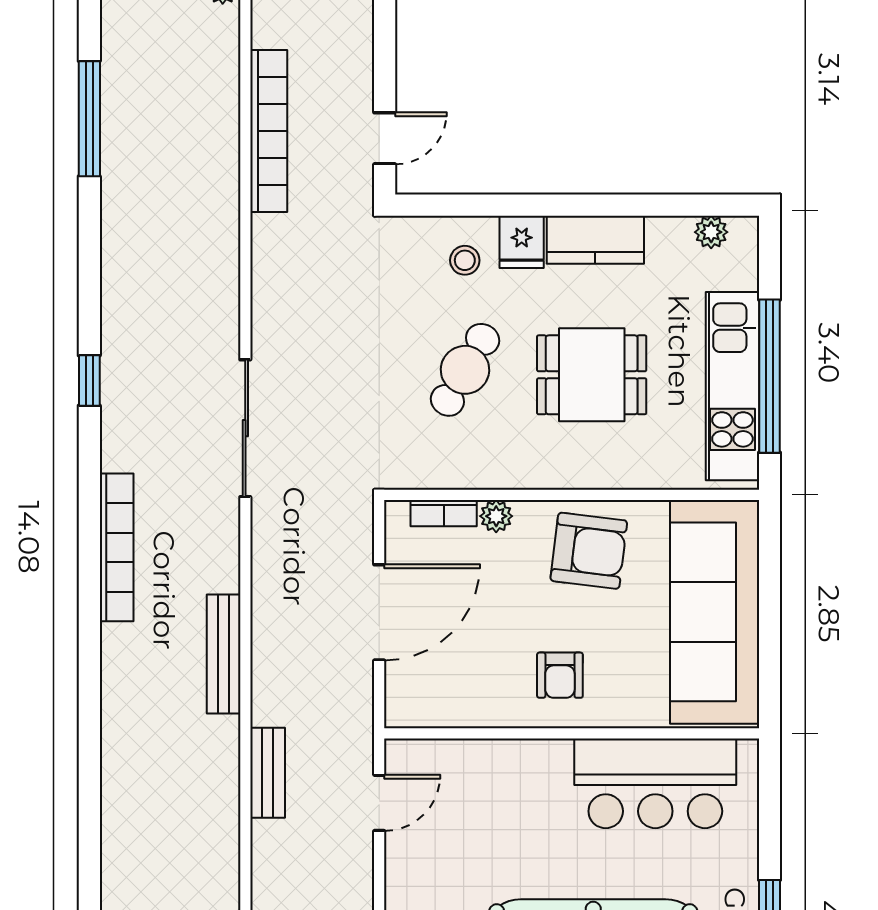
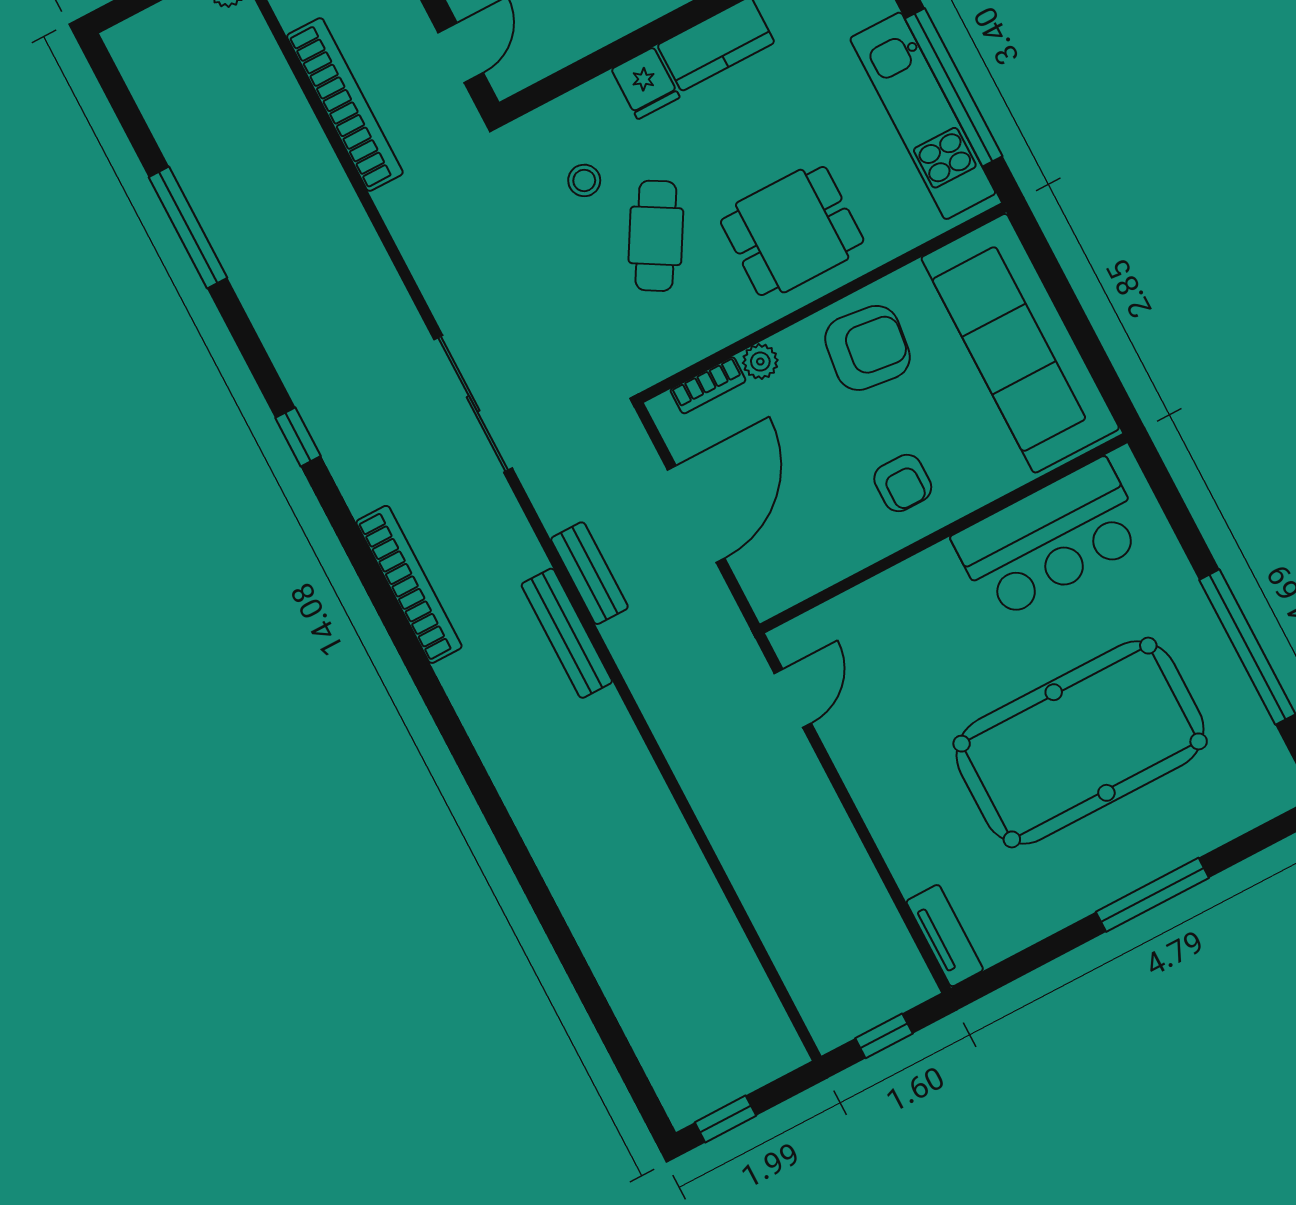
window: (89, 119) -> (188, 227), moved
stool: (465, 260) -> (584, 180), moved
dining table: (592, 375) -> (792, 231), moved
bench: (268, 773) -> (589, 573), moved

